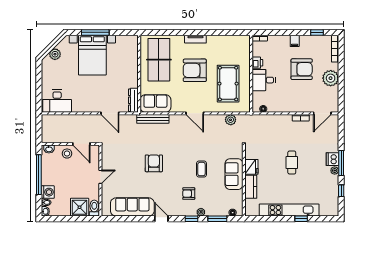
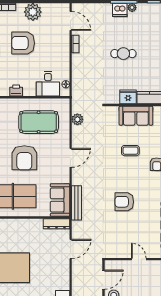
armchair: (302, 69) -> (23, 43), turned -90
desk: (264, 80) -> (48, 84), moved

